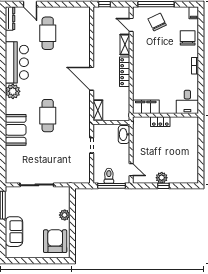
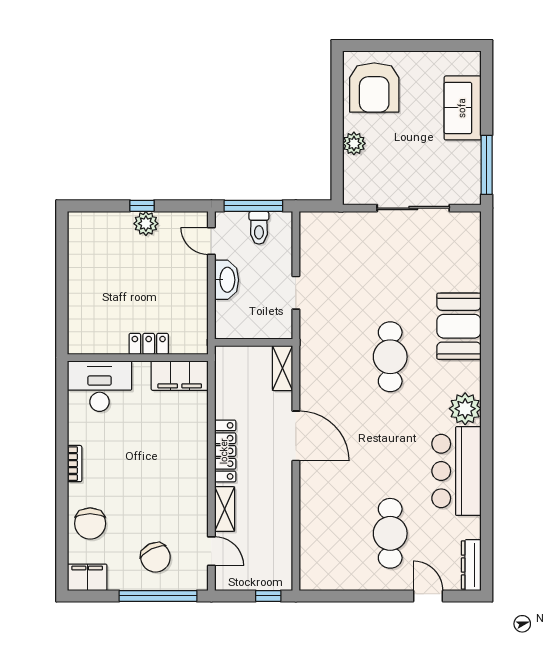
filing cabinet: (194, 13) -> (87, 577), width x2.00
desk: (187, 102) -> (99, 386), width x1.37
washbasin: (124, 134) -> (227, 280), moved

